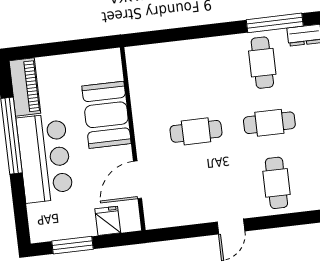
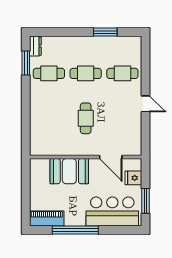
window: (275, 23) -> (26, 63), width x0.69
cafe table: (269, 123) -> (86, 73), turned 90
bar counter: (45, 158) -> (112, 211), moved

